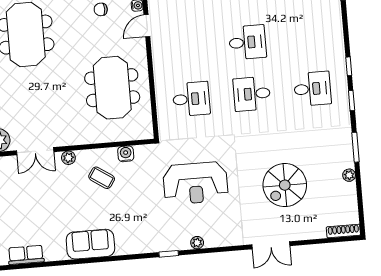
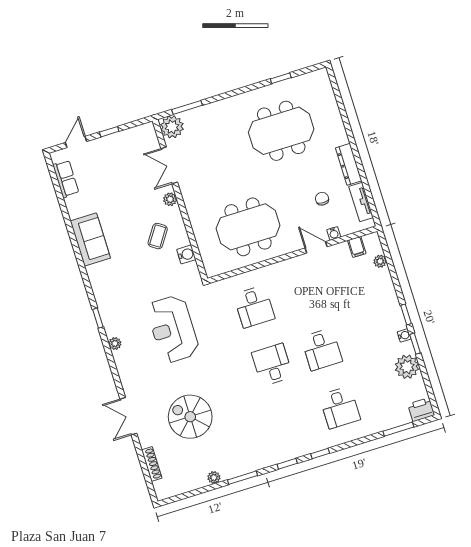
desk: (312, 89) -> (340, 407), moved
shoe rack: (343, 231) -> (152, 464), moved

